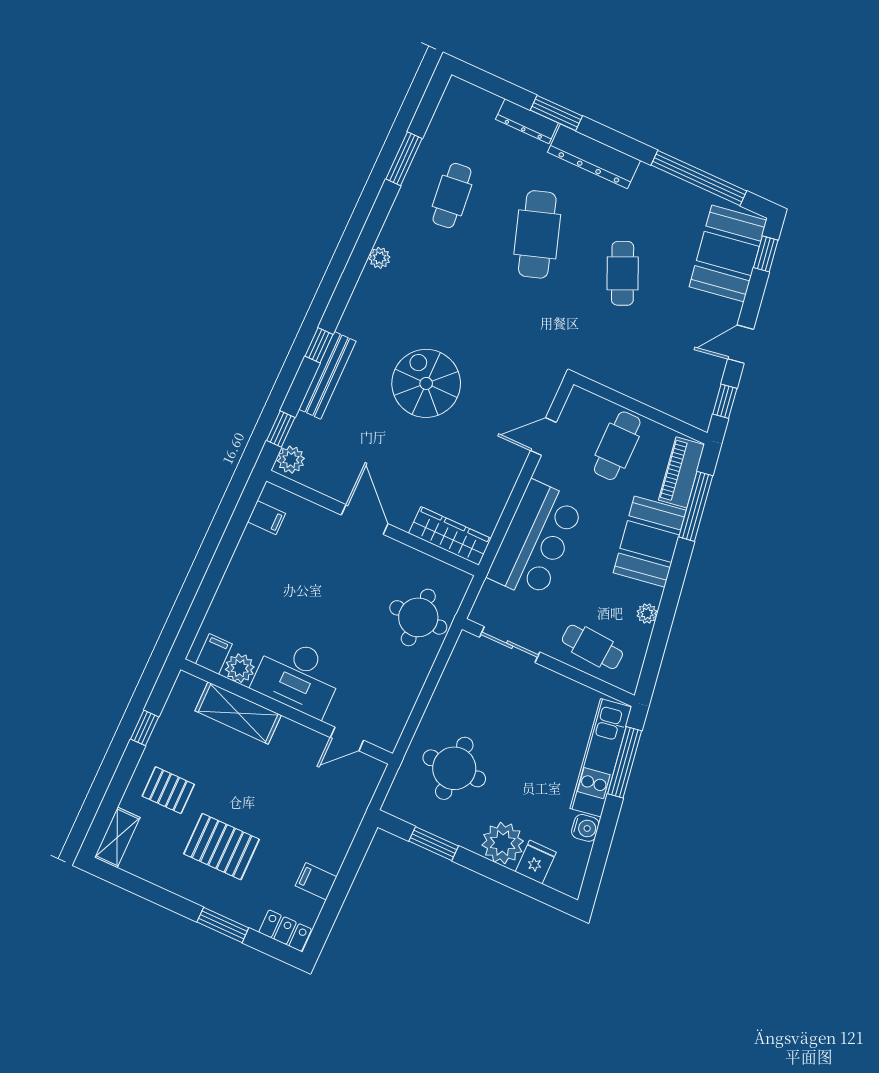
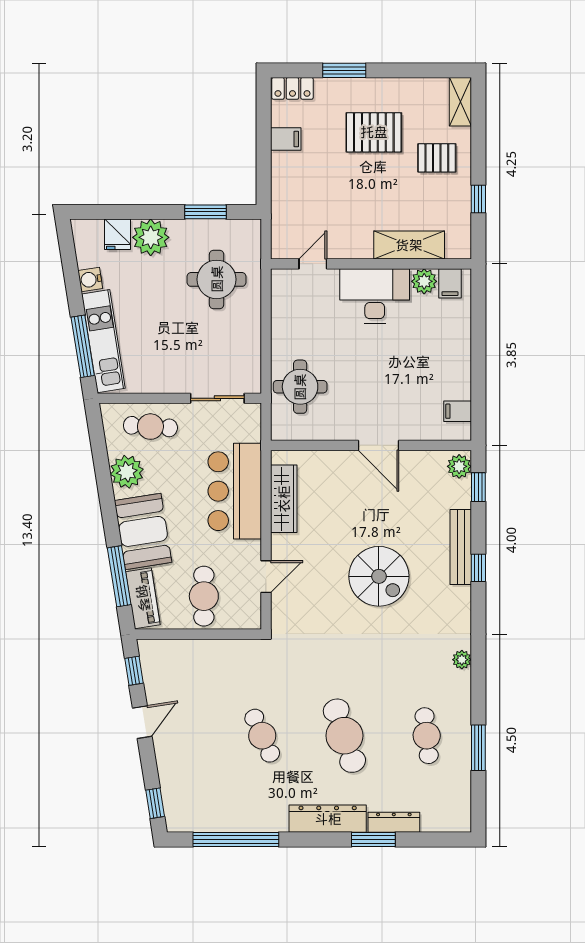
booth: (728, 253) -> (185, 790), removed
wardrobe: (450, 536) -> (284, 499), moved, turned -90
plant: (647, 614) -> (127, 472), width x1.87, depth x1.87

